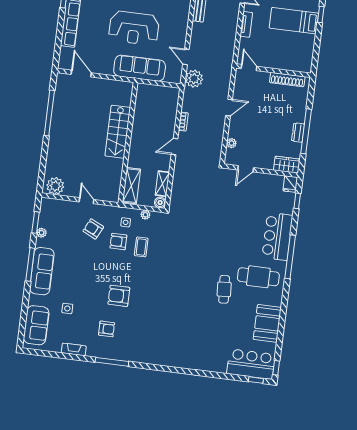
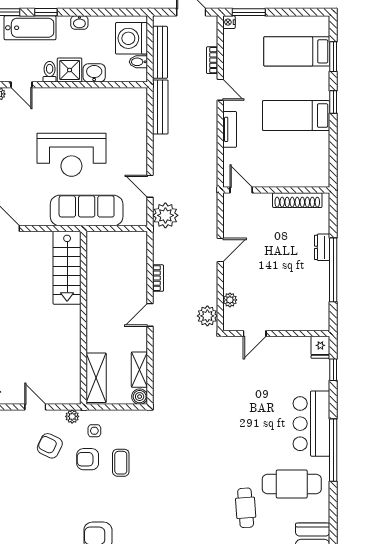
stairs: (118, 132) -> (67, 268), moved
dresser: (298, 133) -> (322, 247), moved
plant: (214, 152) -> (207, 316), added
wardrobe: (287, 165) -> (312, 321), removed
plant: (145, 215) -> (72, 416), moved

